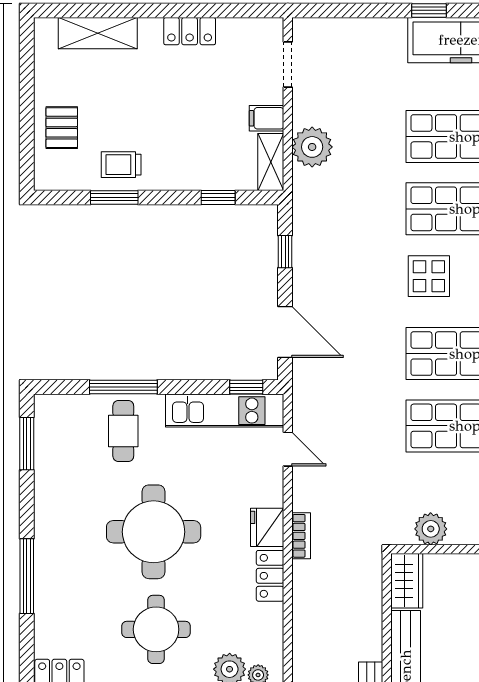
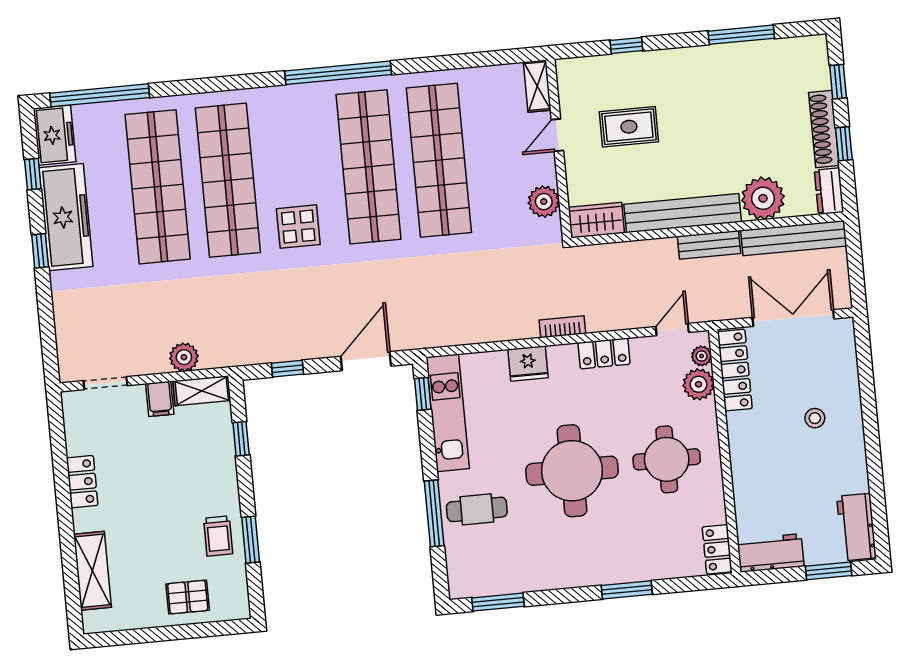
plant: (312, 147) -> (184, 357), width x0.73, depth x0.73
door: (288, 449) -> (672, 330), moved
fridge: (267, 527) -> (528, 363), moved
window: (27, 576) -> (627, 590), width x0.69

